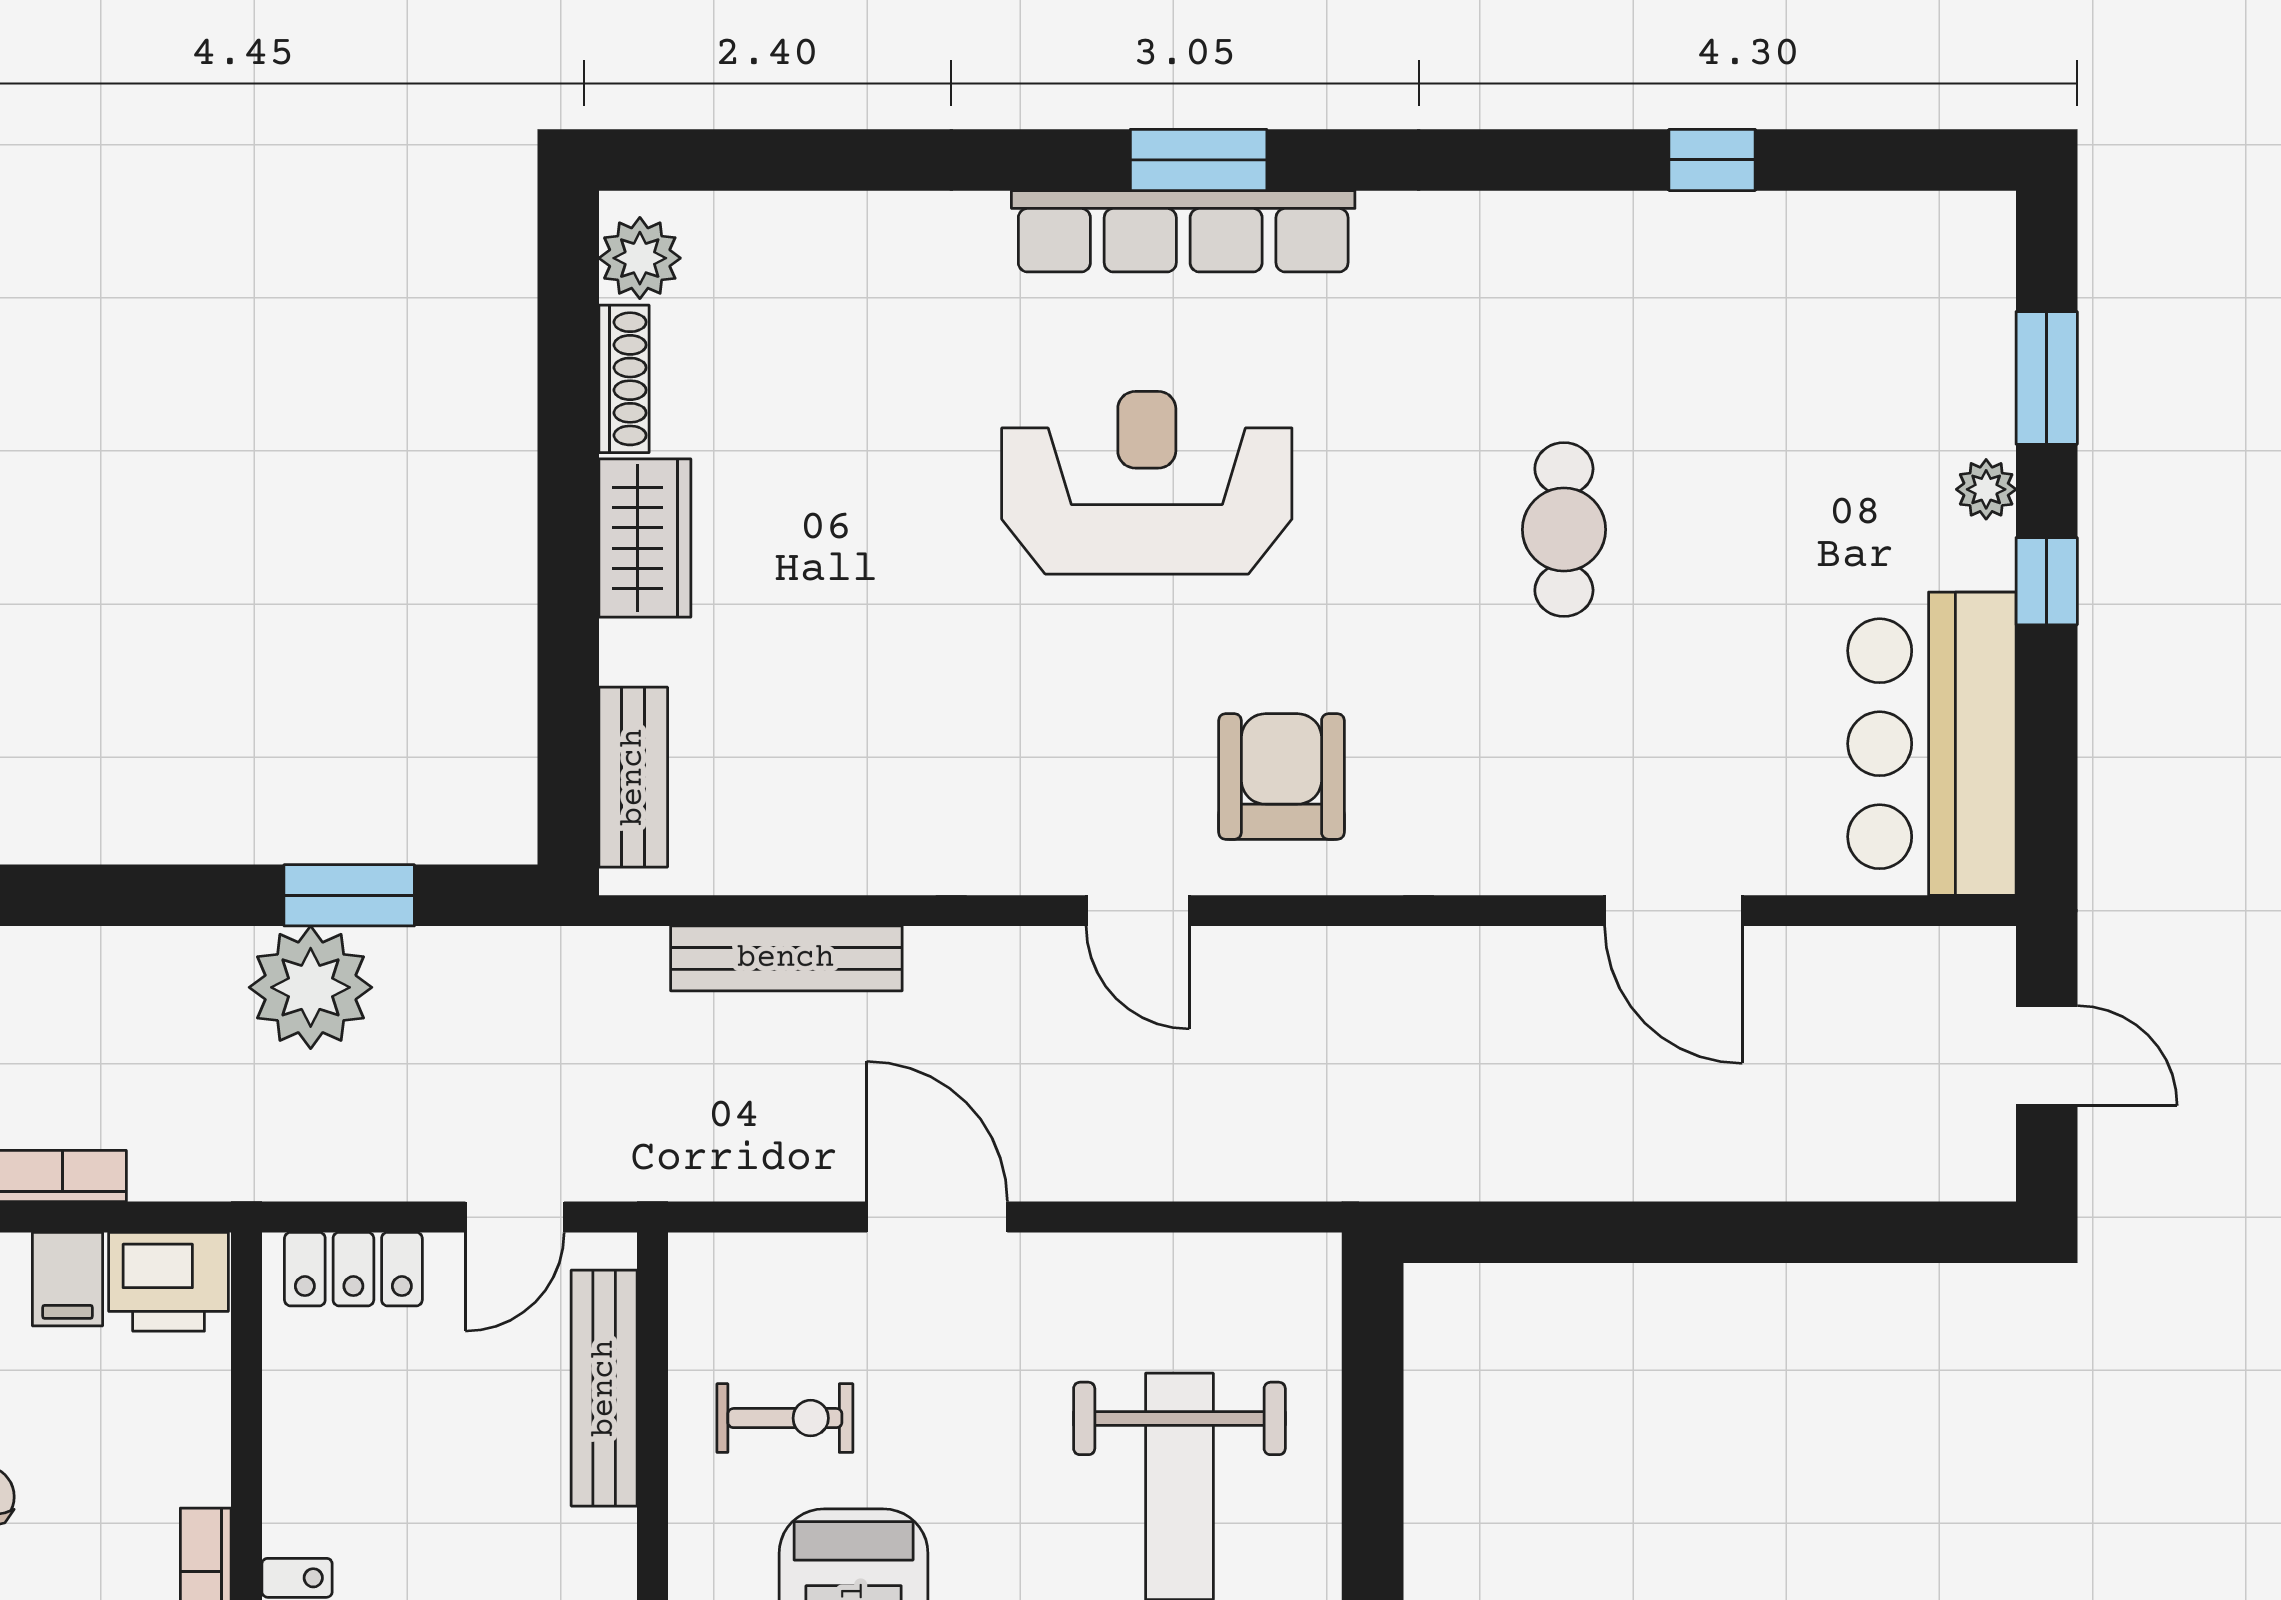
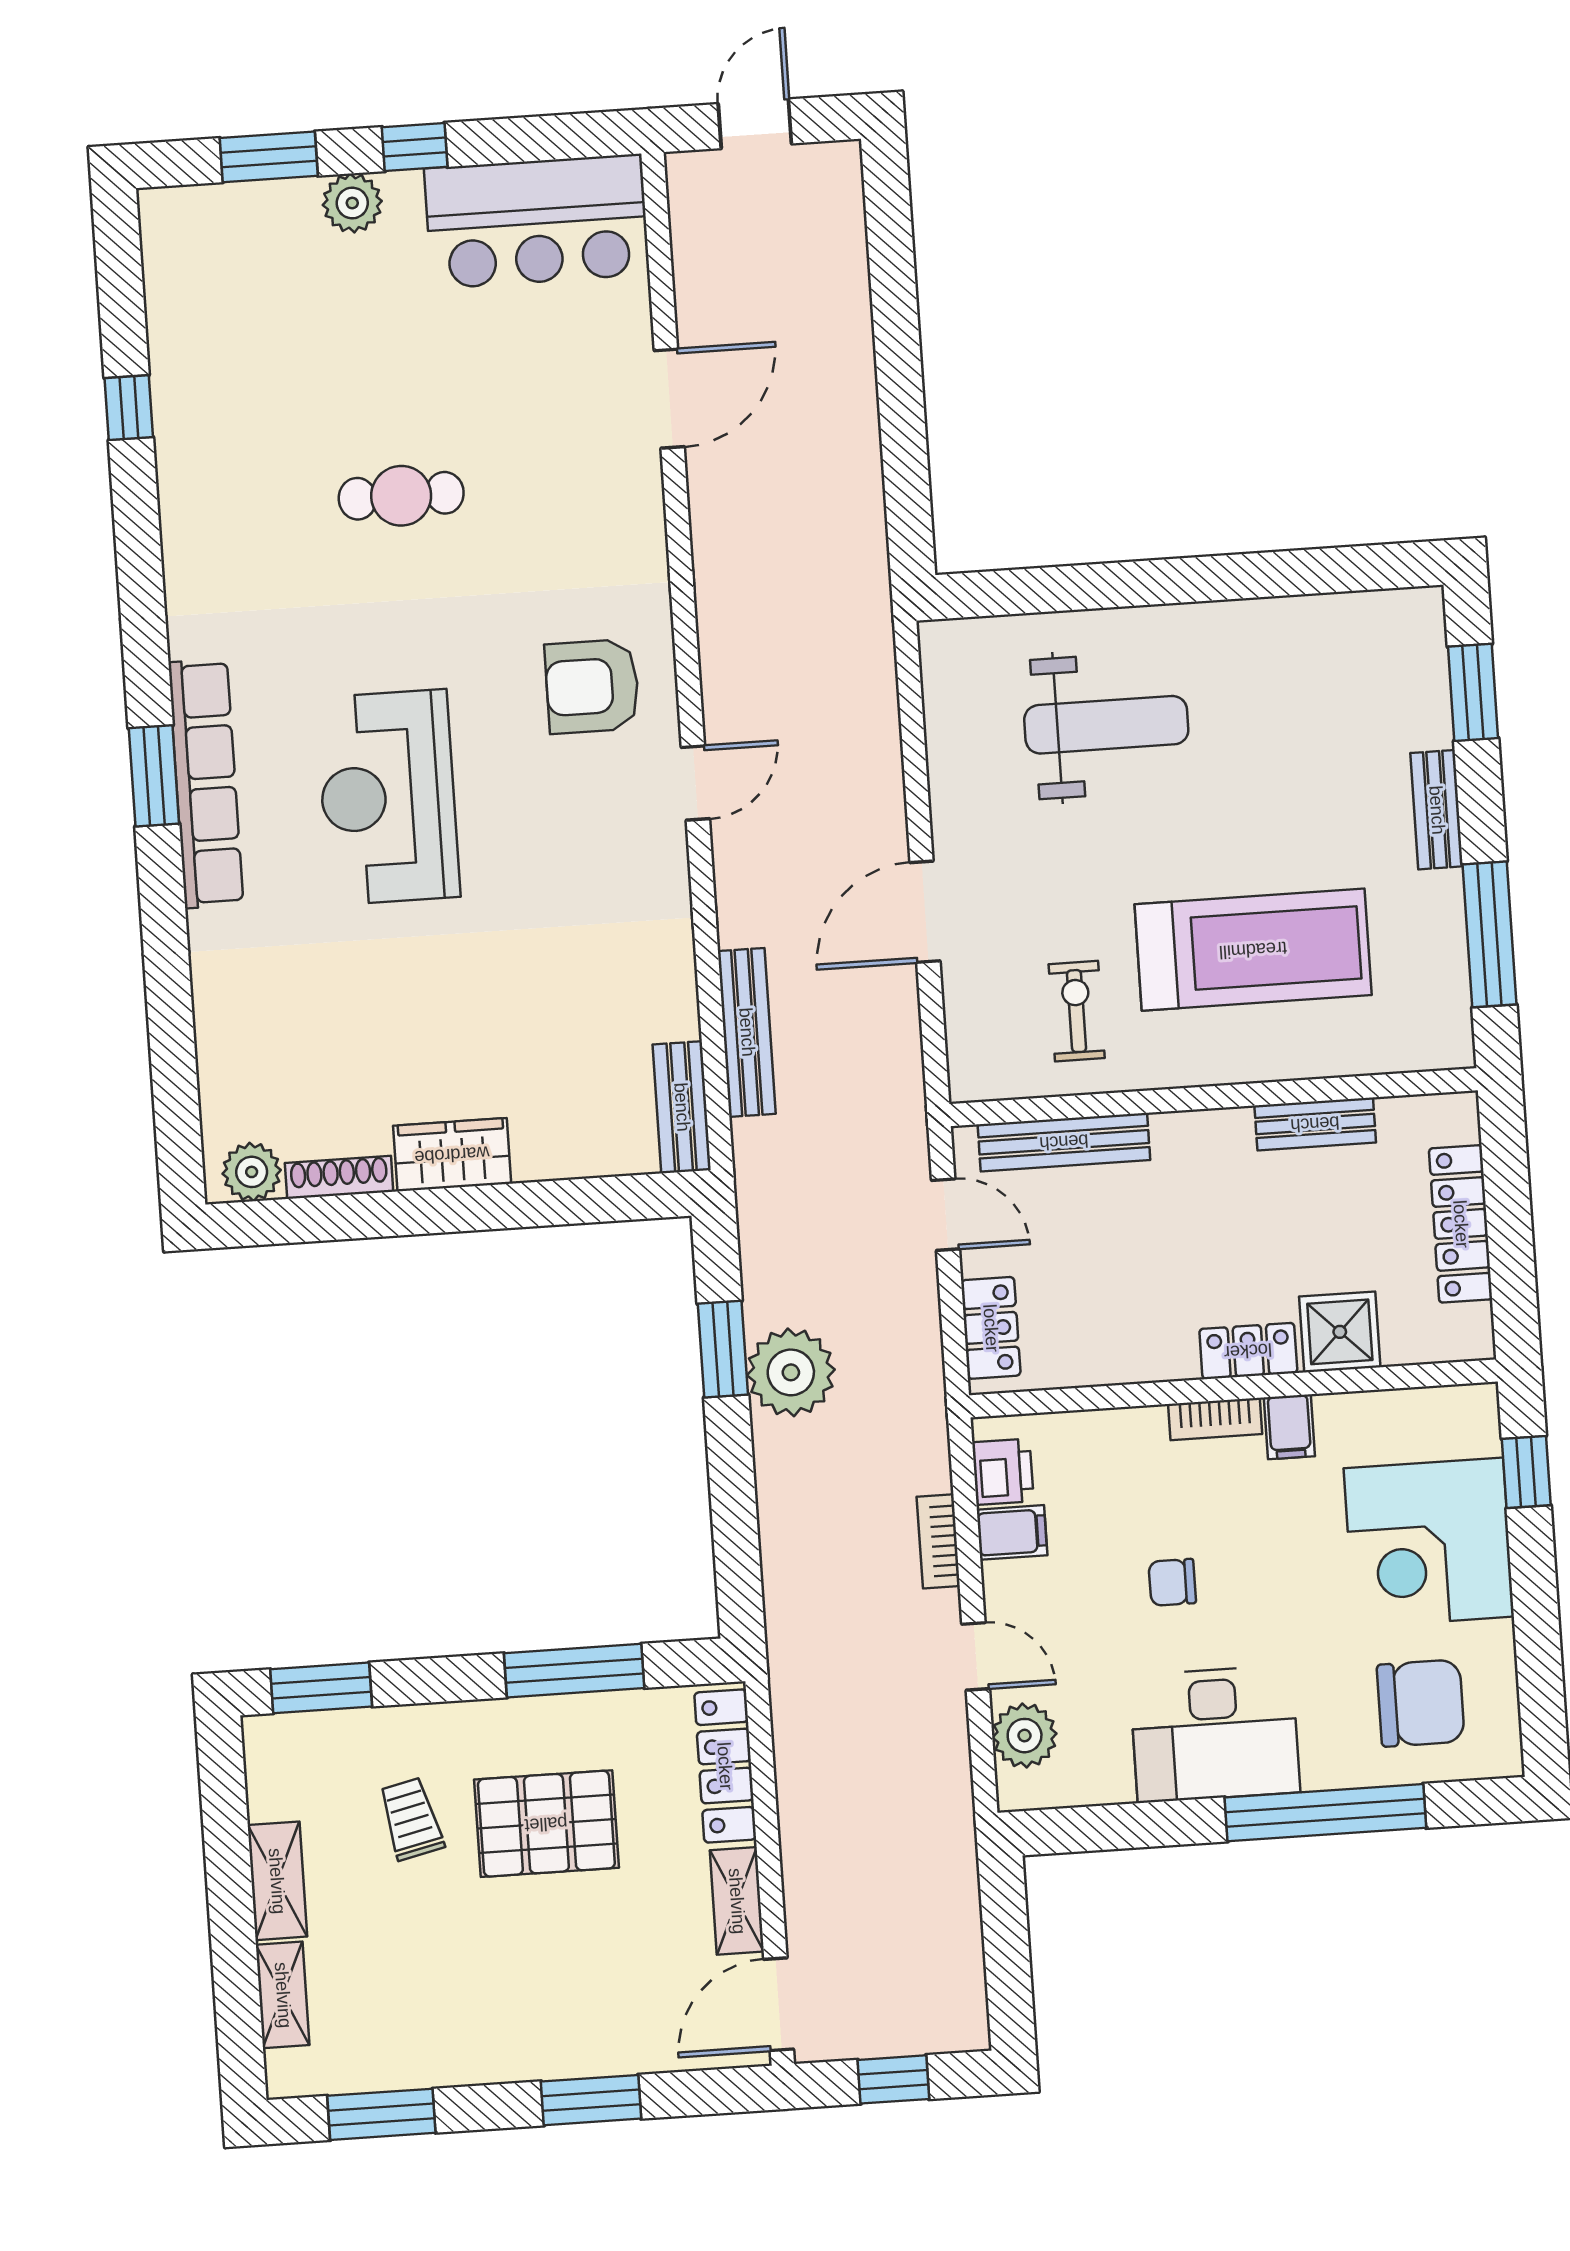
plant: (1986, 489) -> (352, 203), width x1.38, depth x1.38
bench: (633, 777) -> (682, 1107), moved, turned 90
printer: (169, 1282) -> (1003, 1472), width x0.73, depth x0.81

